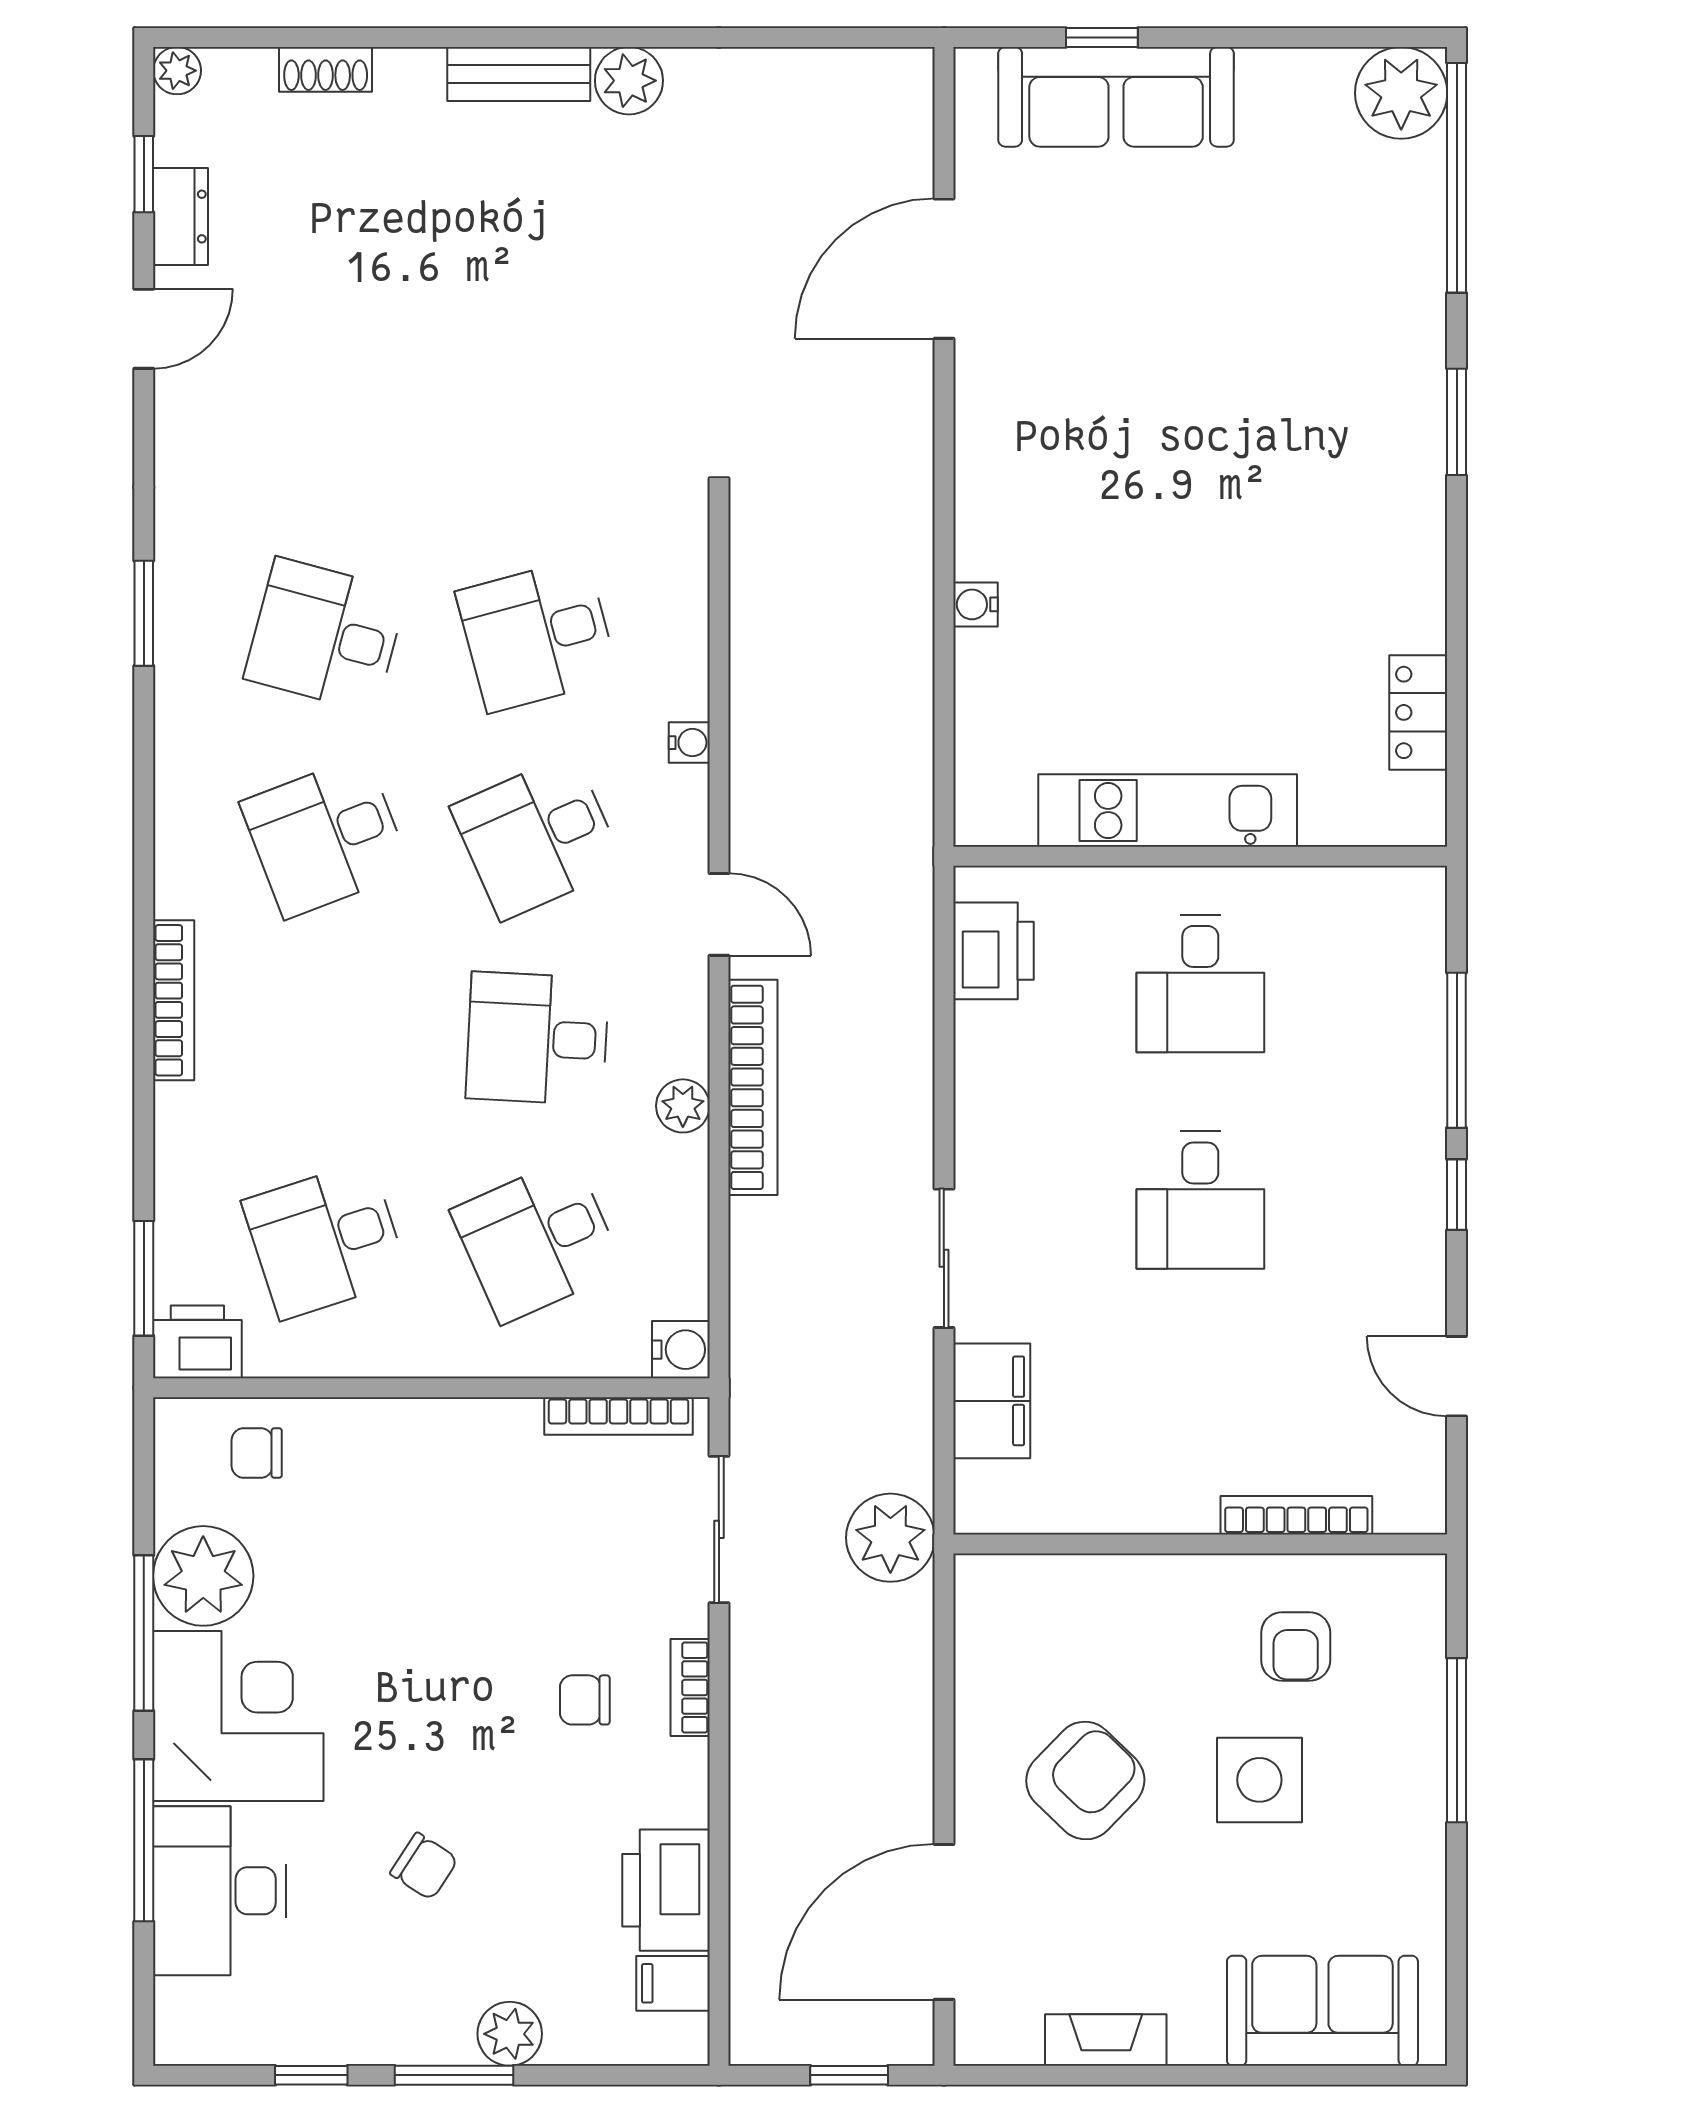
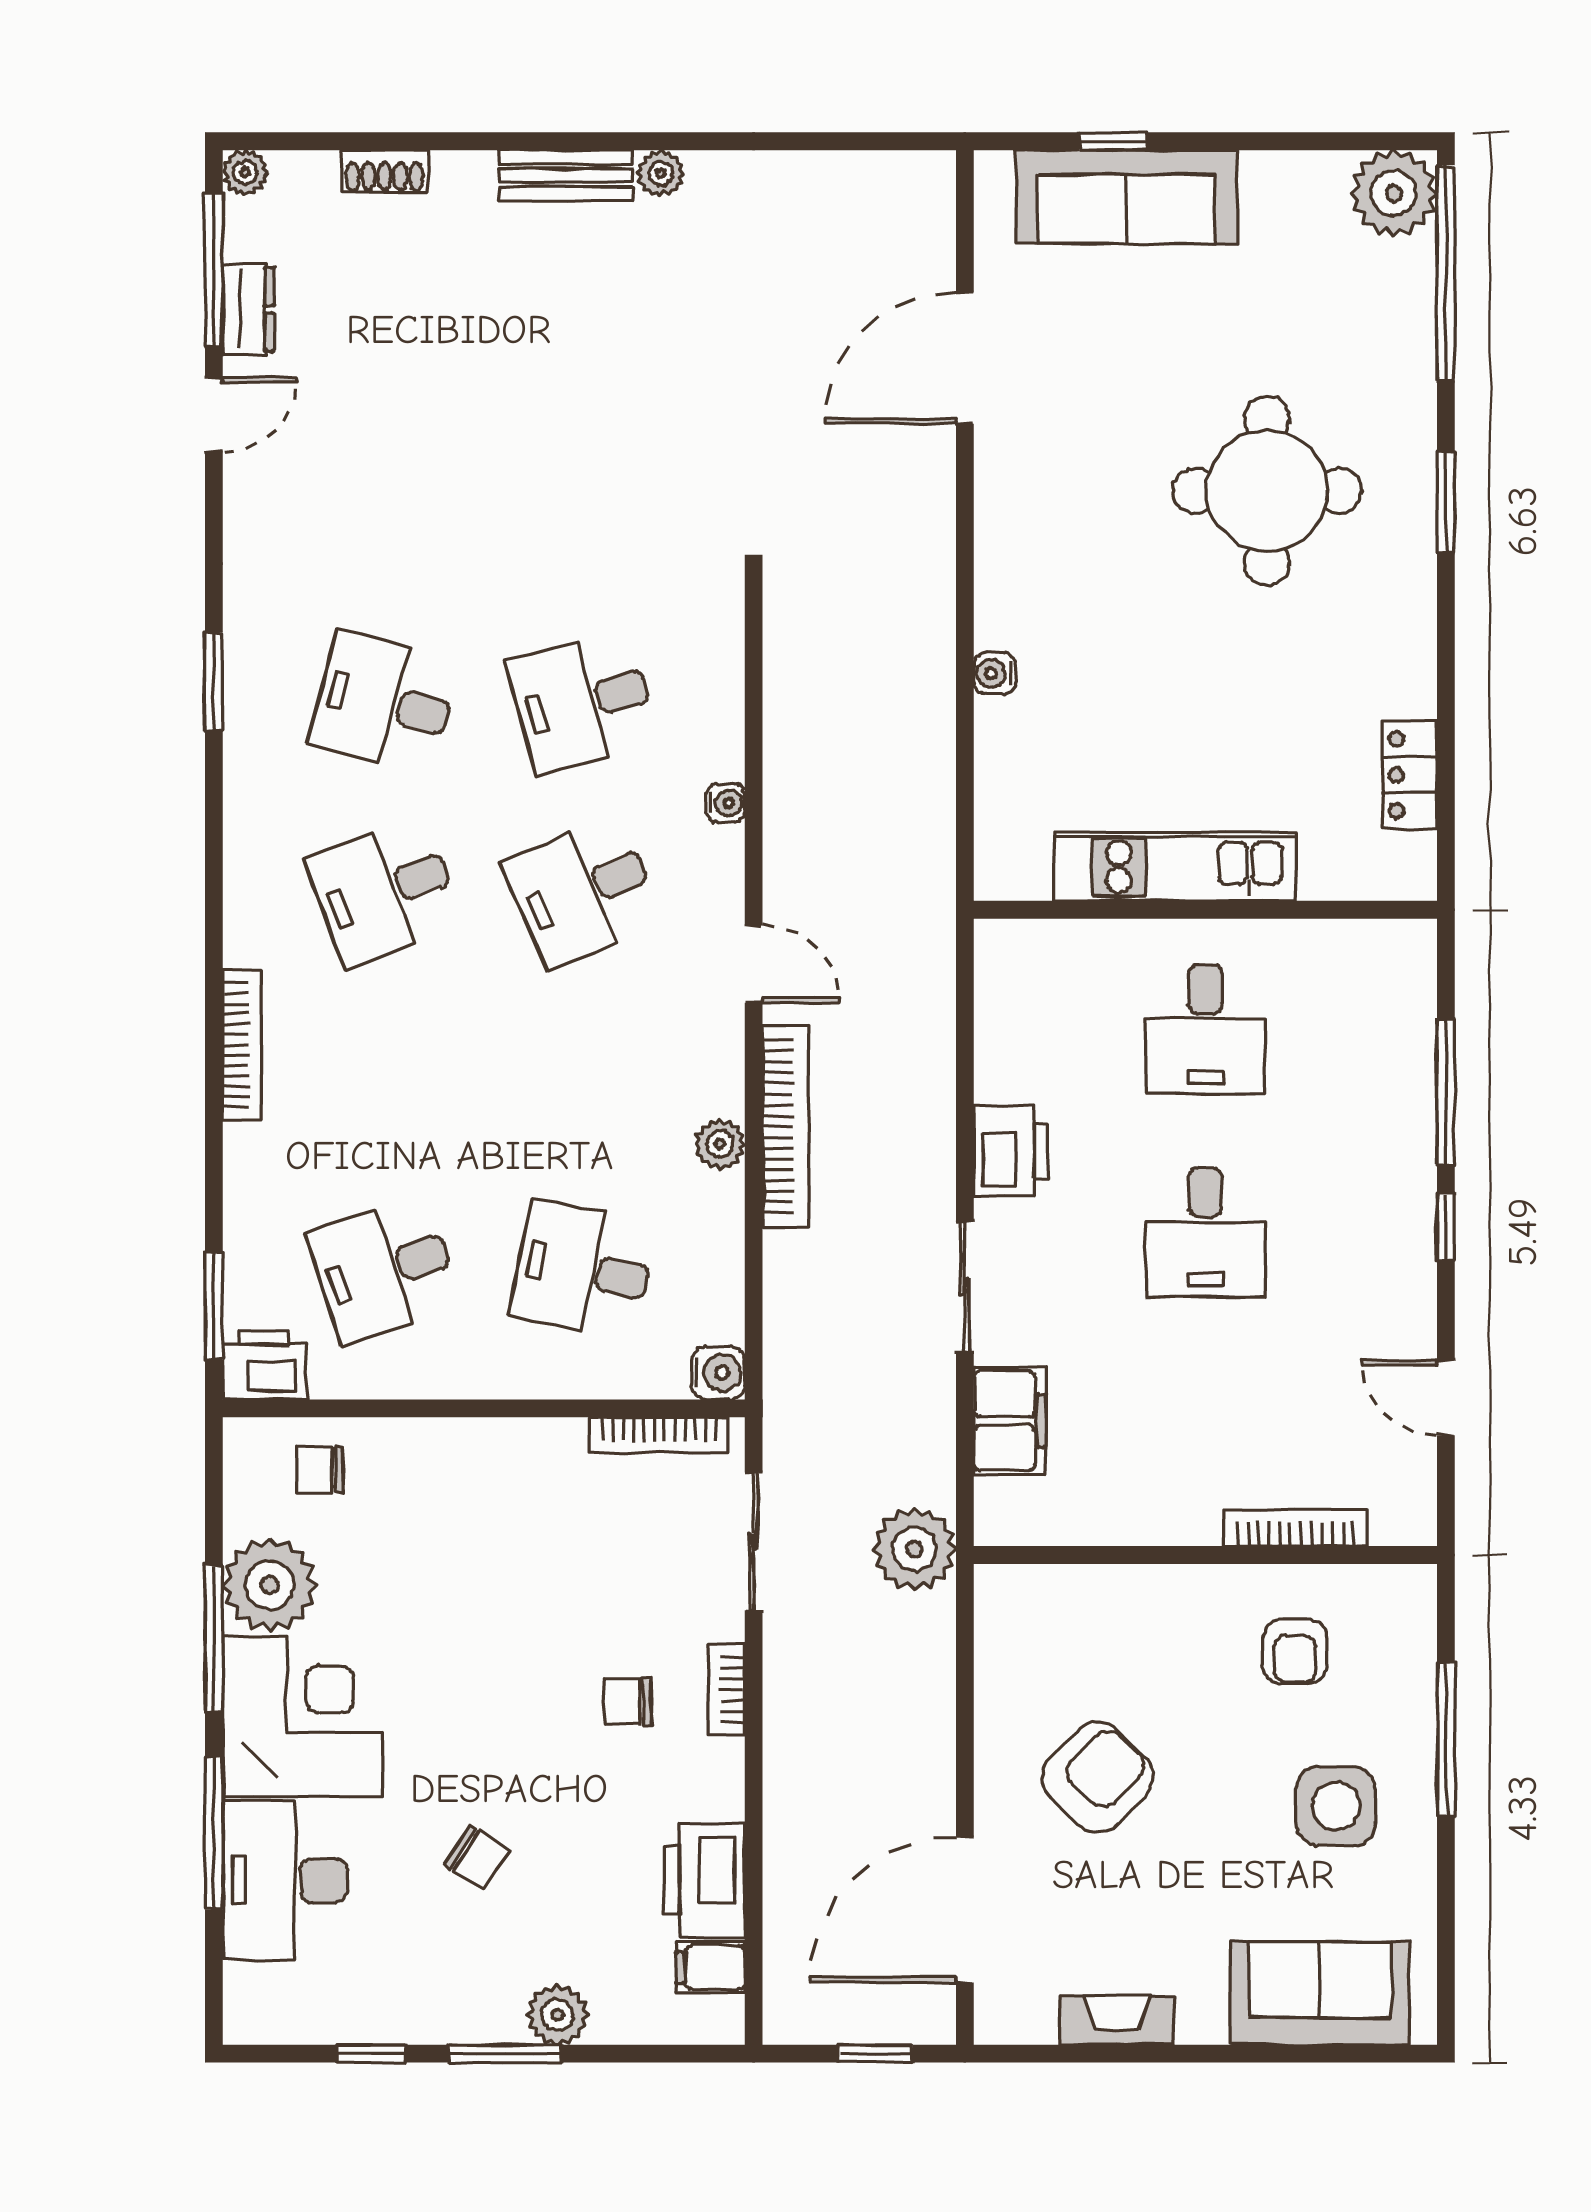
plant: (629, 81) -> (661, 173), width x0.73, depth x0.73
window: (144, 174) -> (214, 270), width x2.17
round table: (1266, 410) -> (1267, 491), added
printer: (993, 951) -> (1011, 1151), moved
desk: (537, 1038) -> (583, 1081), removed
desk: (537, 1240) -> (583, 1270), turned 36
side table: (1259, 1780) -> (1336, 1806), moved

